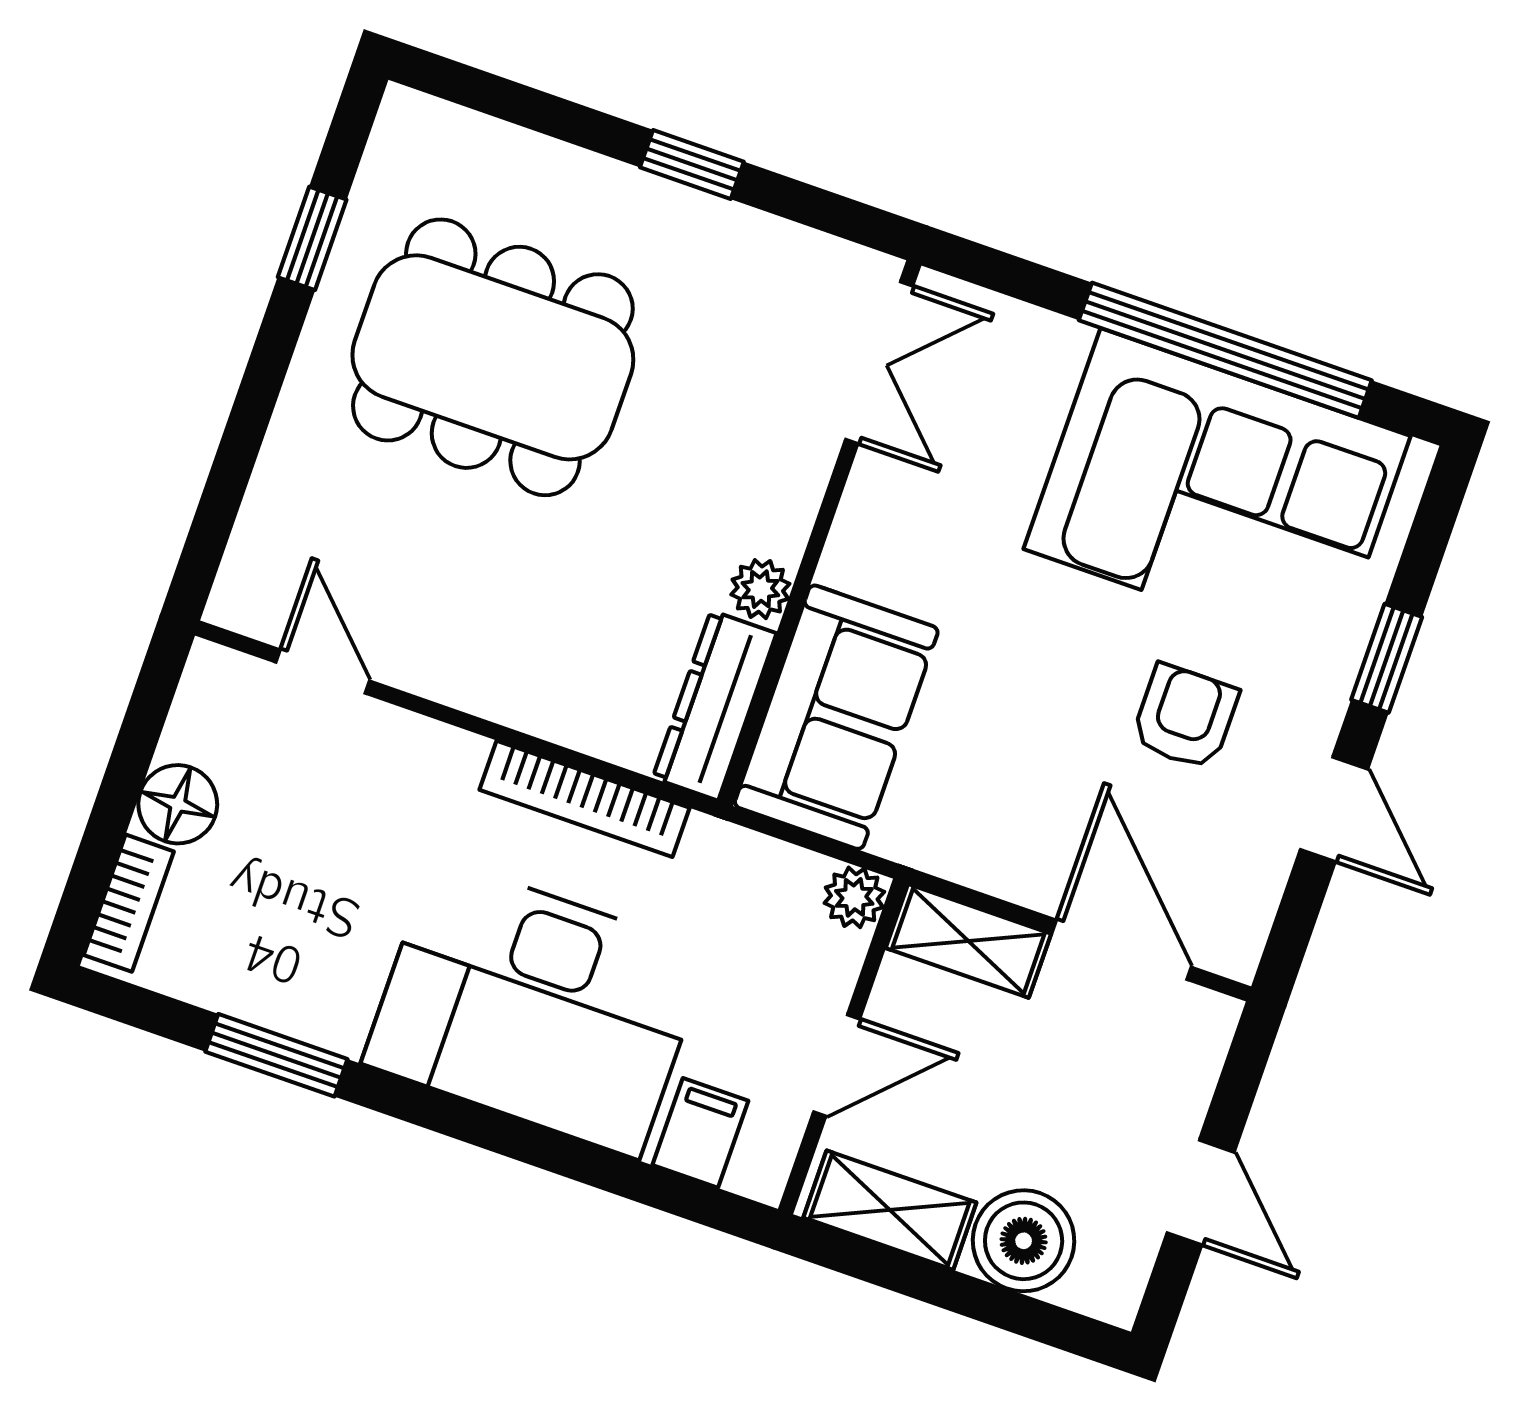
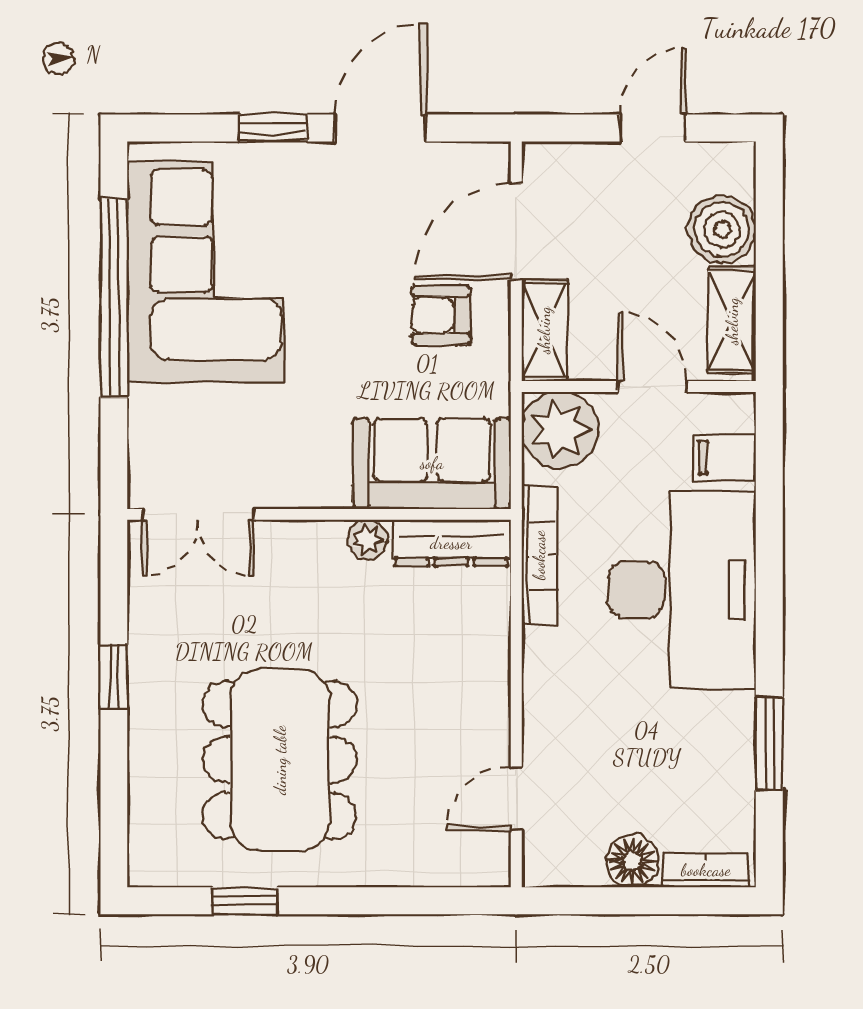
double door: (879, 363) -> (198, 514), swing flipped
armchair: (1185, 717) -> (441, 315), moved
bookcase: (585, 799) -> (539, 555), moved
door: (1334, 809) -> (380, 128), width x1.37
plant: (854, 897) -> (560, 430), width x1.87, depth x1.87

